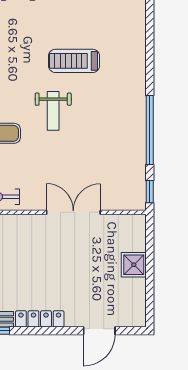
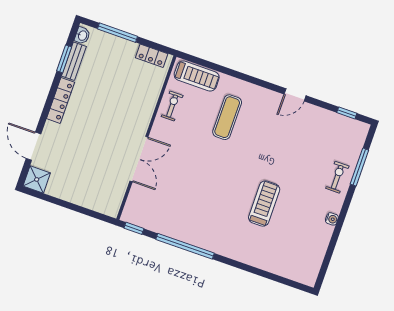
weight bench: (53, 111) -> (229, 172), removed
shower: (134, 265) -> (37, 179), moved

